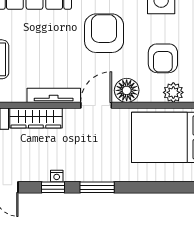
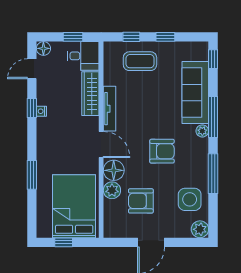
armchair: (104, 33) -> (162, 151), width x0.73, depth x0.73
plant: (173, 92) -> (112, 190), moved
window: (97, 187) -> (32, 175), moved

